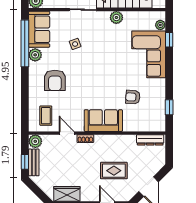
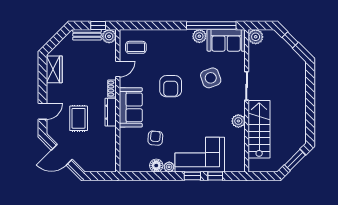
plant: (160, 25) -> (169, 167), moved
side table: (75, 44) -> (211, 78), width x1.87, depth x1.87
armchair: (55, 80) -> (171, 86), moved, turned -90
floor lamp: (159, 96) -> (156, 166), added
window: (169, 107) -> (192, 176), moved
dresser: (150, 140) -> (111, 112), moved
window: (25, 162) -> (98, 25), moved

